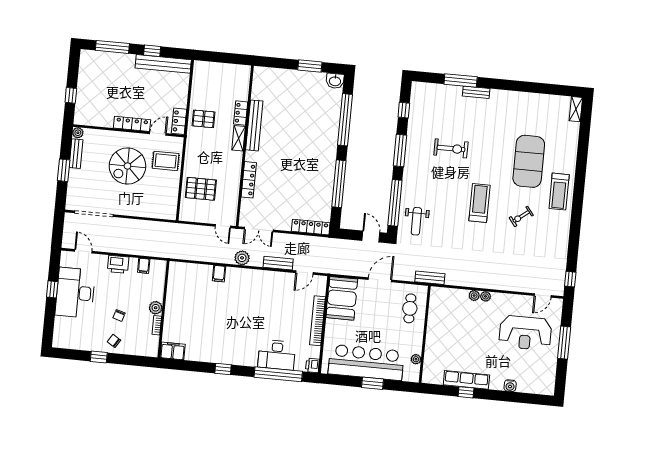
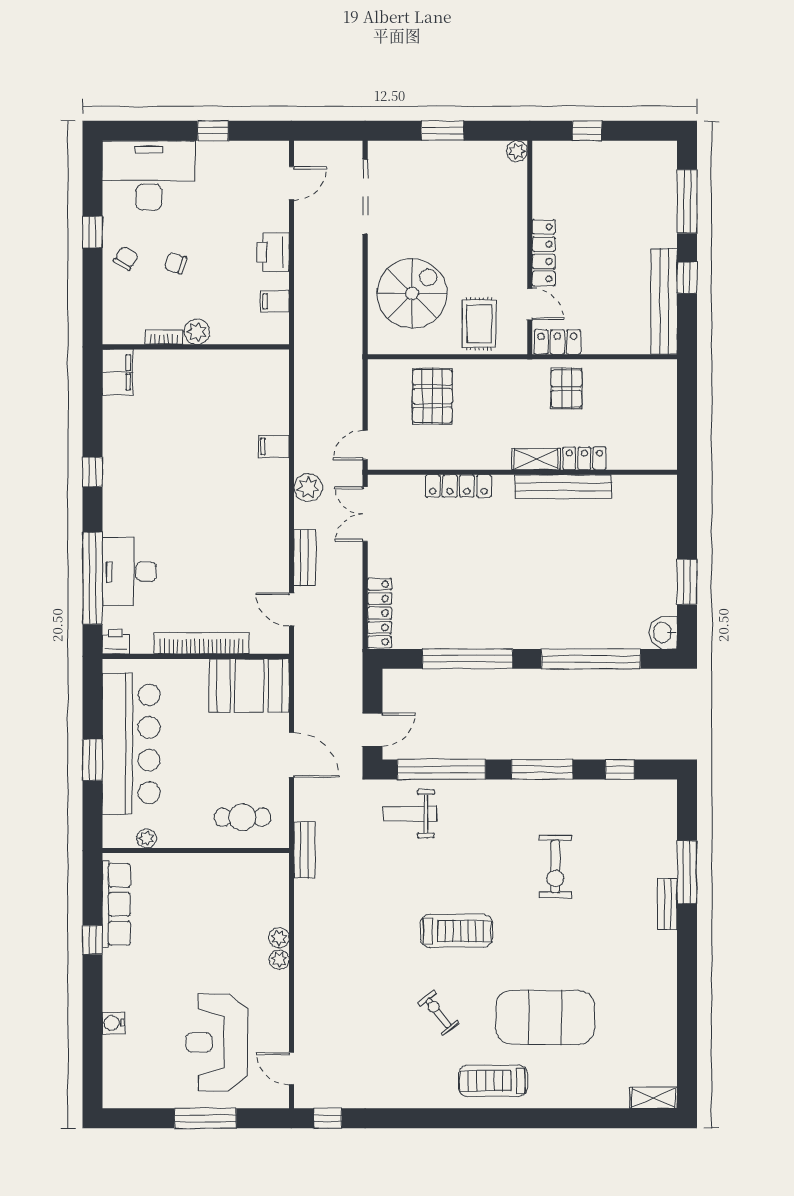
bench: (76, 154) -> (477, 151), removed
spiral stairs: (127, 166) -> (412, 293), moved, turned 90
desk: (75, 293) -> (149, 175), moved
row of seats: (466, 380) -> (116, 904), moved

